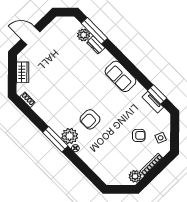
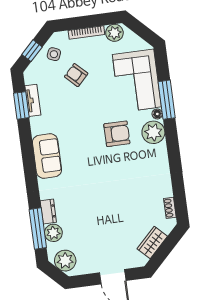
plant: (65, 24) -> (65, 261), added
window: (175, 130) -> (32, 51), added
window: (55, 139) -> (167, 100), moved
corner sofa: (101, 158) -> (137, 81), added

